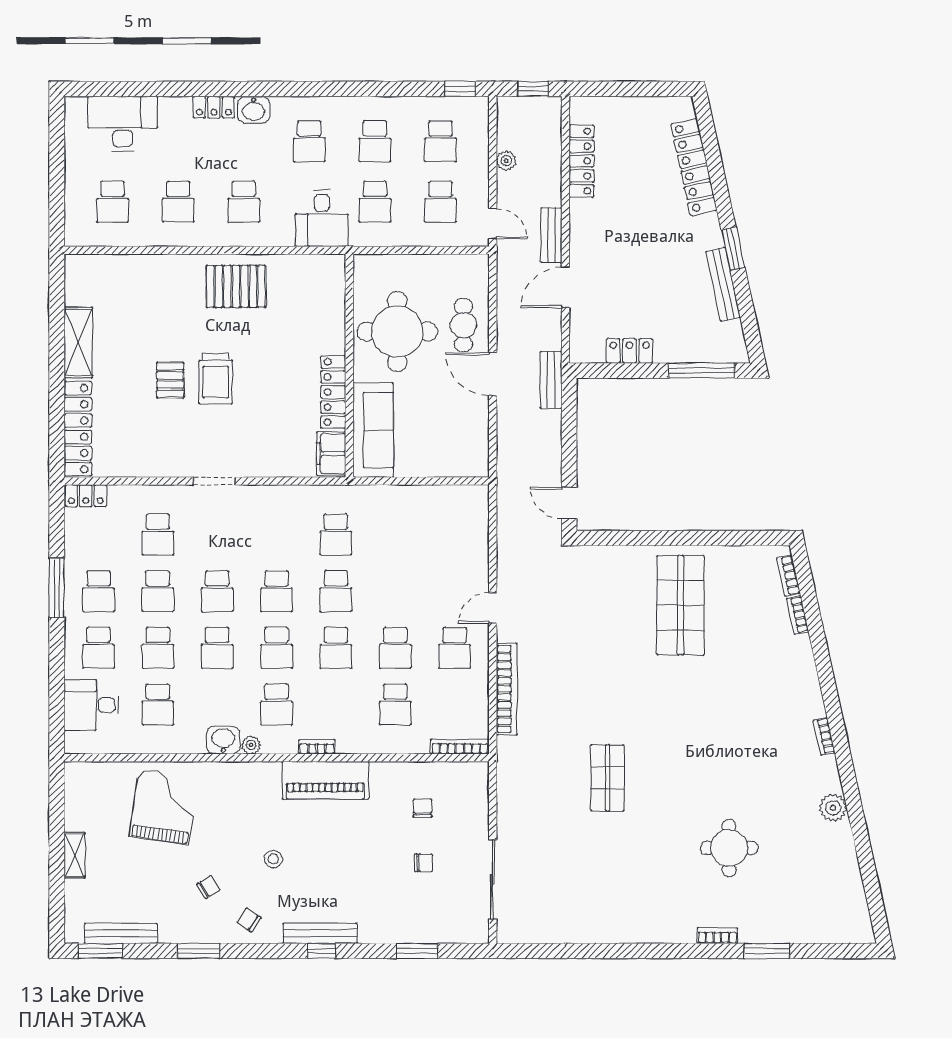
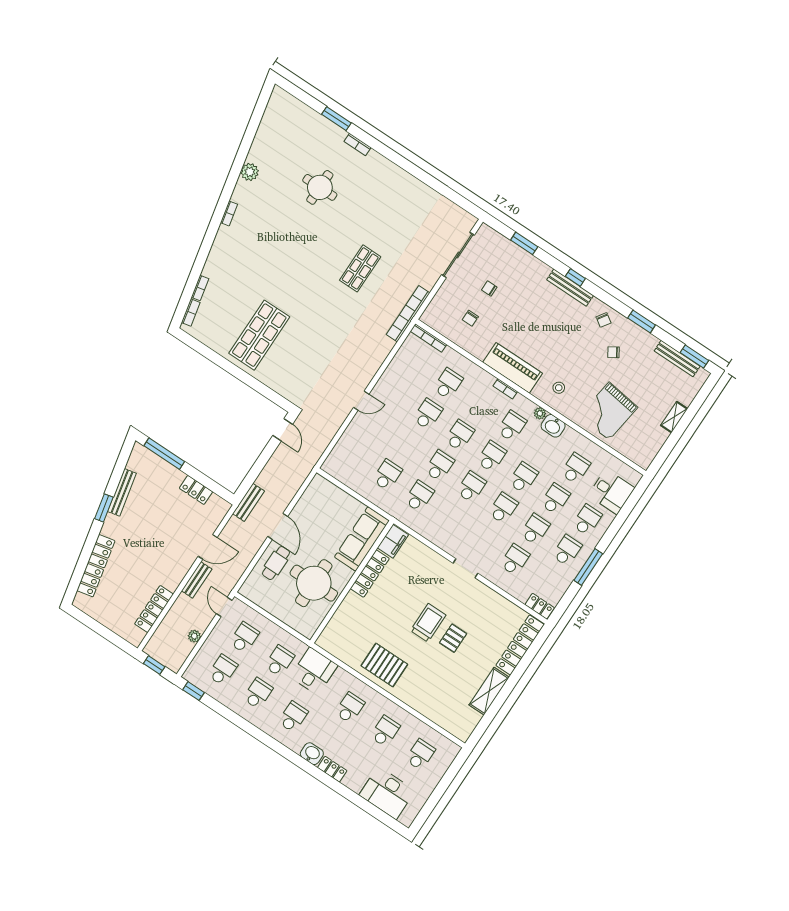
school desk: (455, 648) -> (387, 475), moved
bookcase: (507, 689) -> (408, 314), moved
stool: (273, 859) -> (559, 388), moved

